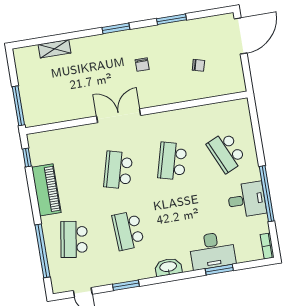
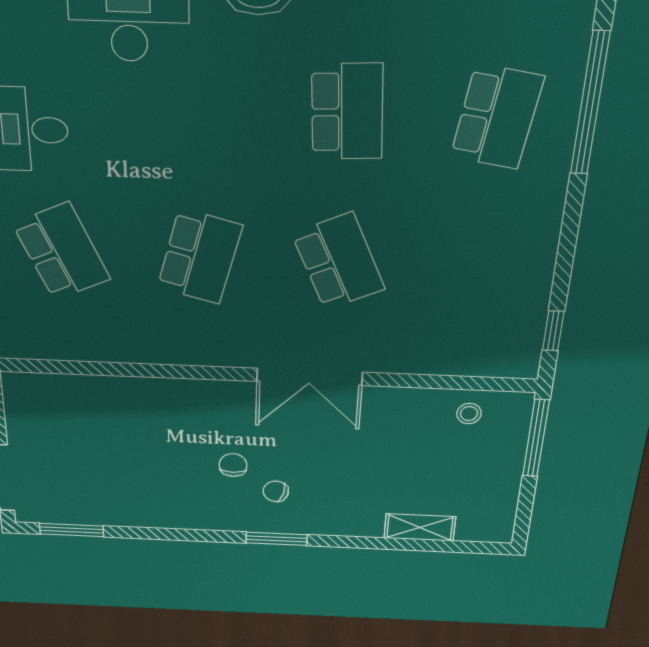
window: (171, 19) -> (72, 530), moved
chair: (198, 65) -> (276, 491), moved
stool: (49, 112) -> (469, 414), added
school desk: (118, 170) -> (339, 262), turned -39
piano: (46, 190) -> (530, 250), removed

